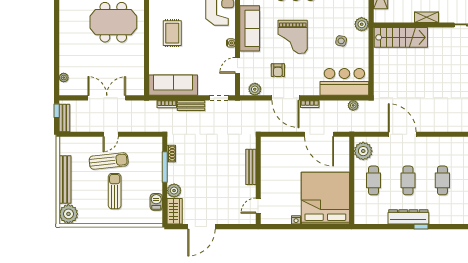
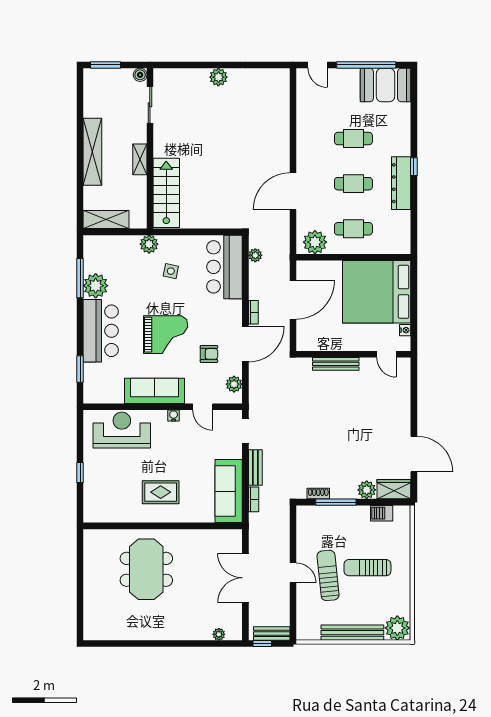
bench: (251, 167) -> (336, 364), moved
wall: (258, 180) -> (353, 354), moved
door: (258, 206) -> (386, 354), moved

